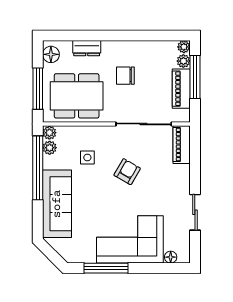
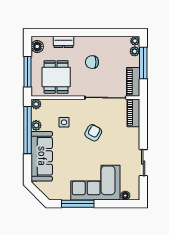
piano: (181, 89) -> (133, 82), moved
dining table: (77, 96) -> (56, 77), width x0.73
plant: (50, 148) -> (36, 125), moved

